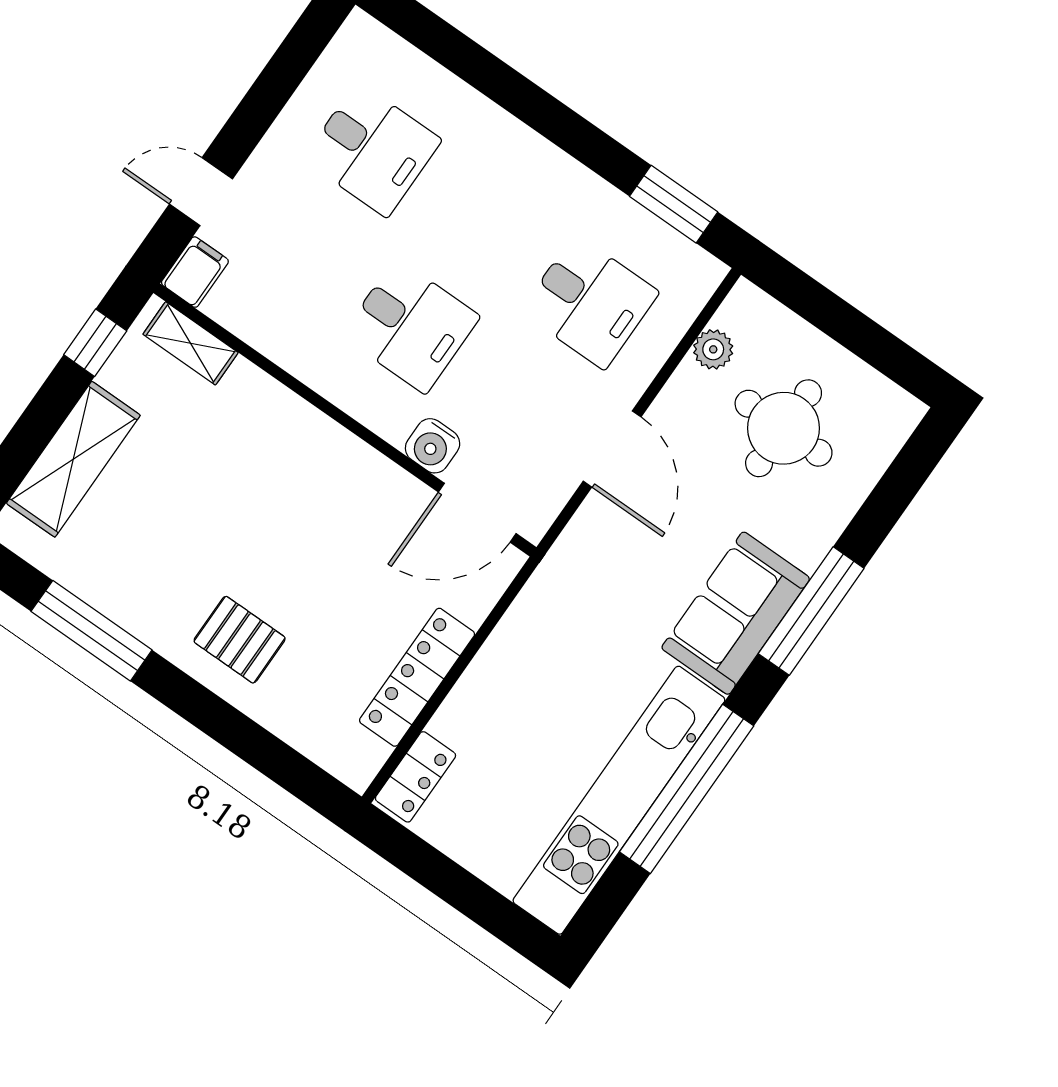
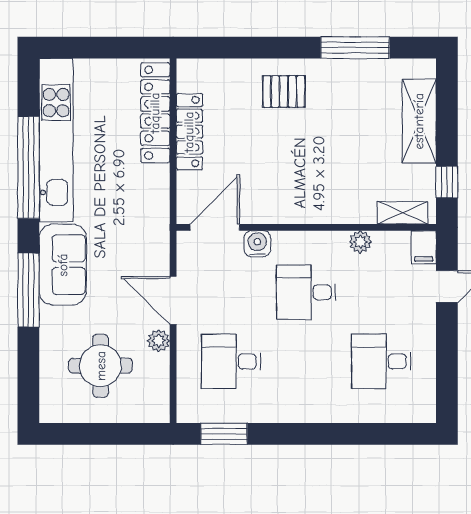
plant: (281, 344) -> (360, 242), added
plant: (713, 349) -> (159, 341), moved
locker: (416, 777) -> (155, 113), width x2.16, depth x1.21

